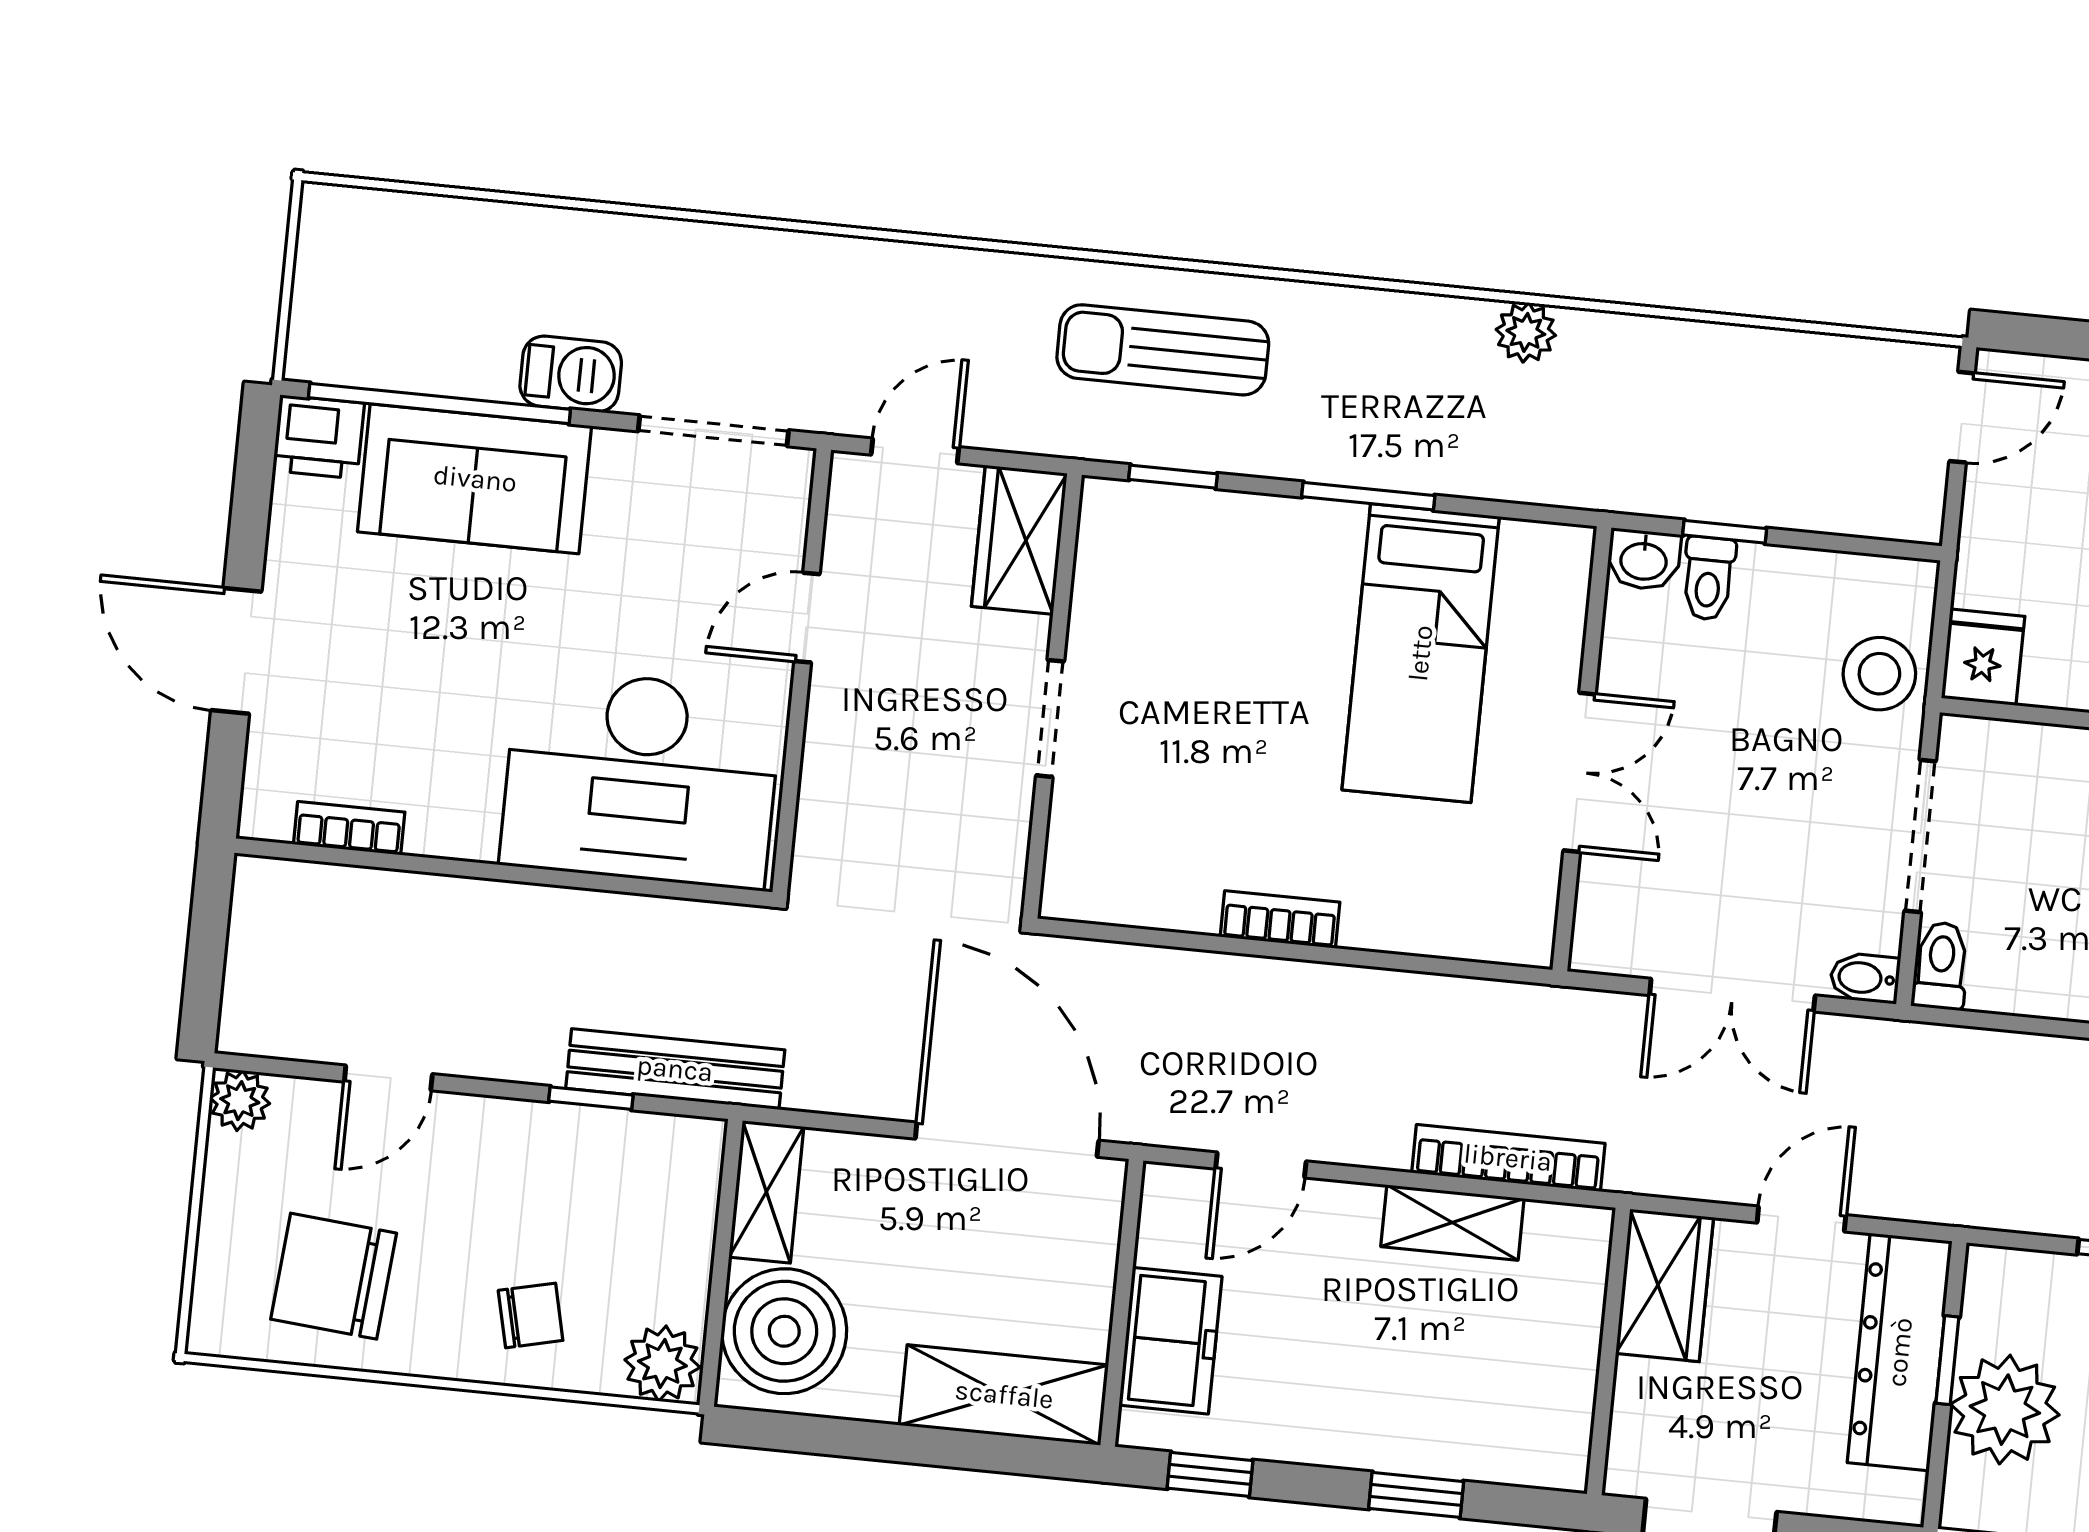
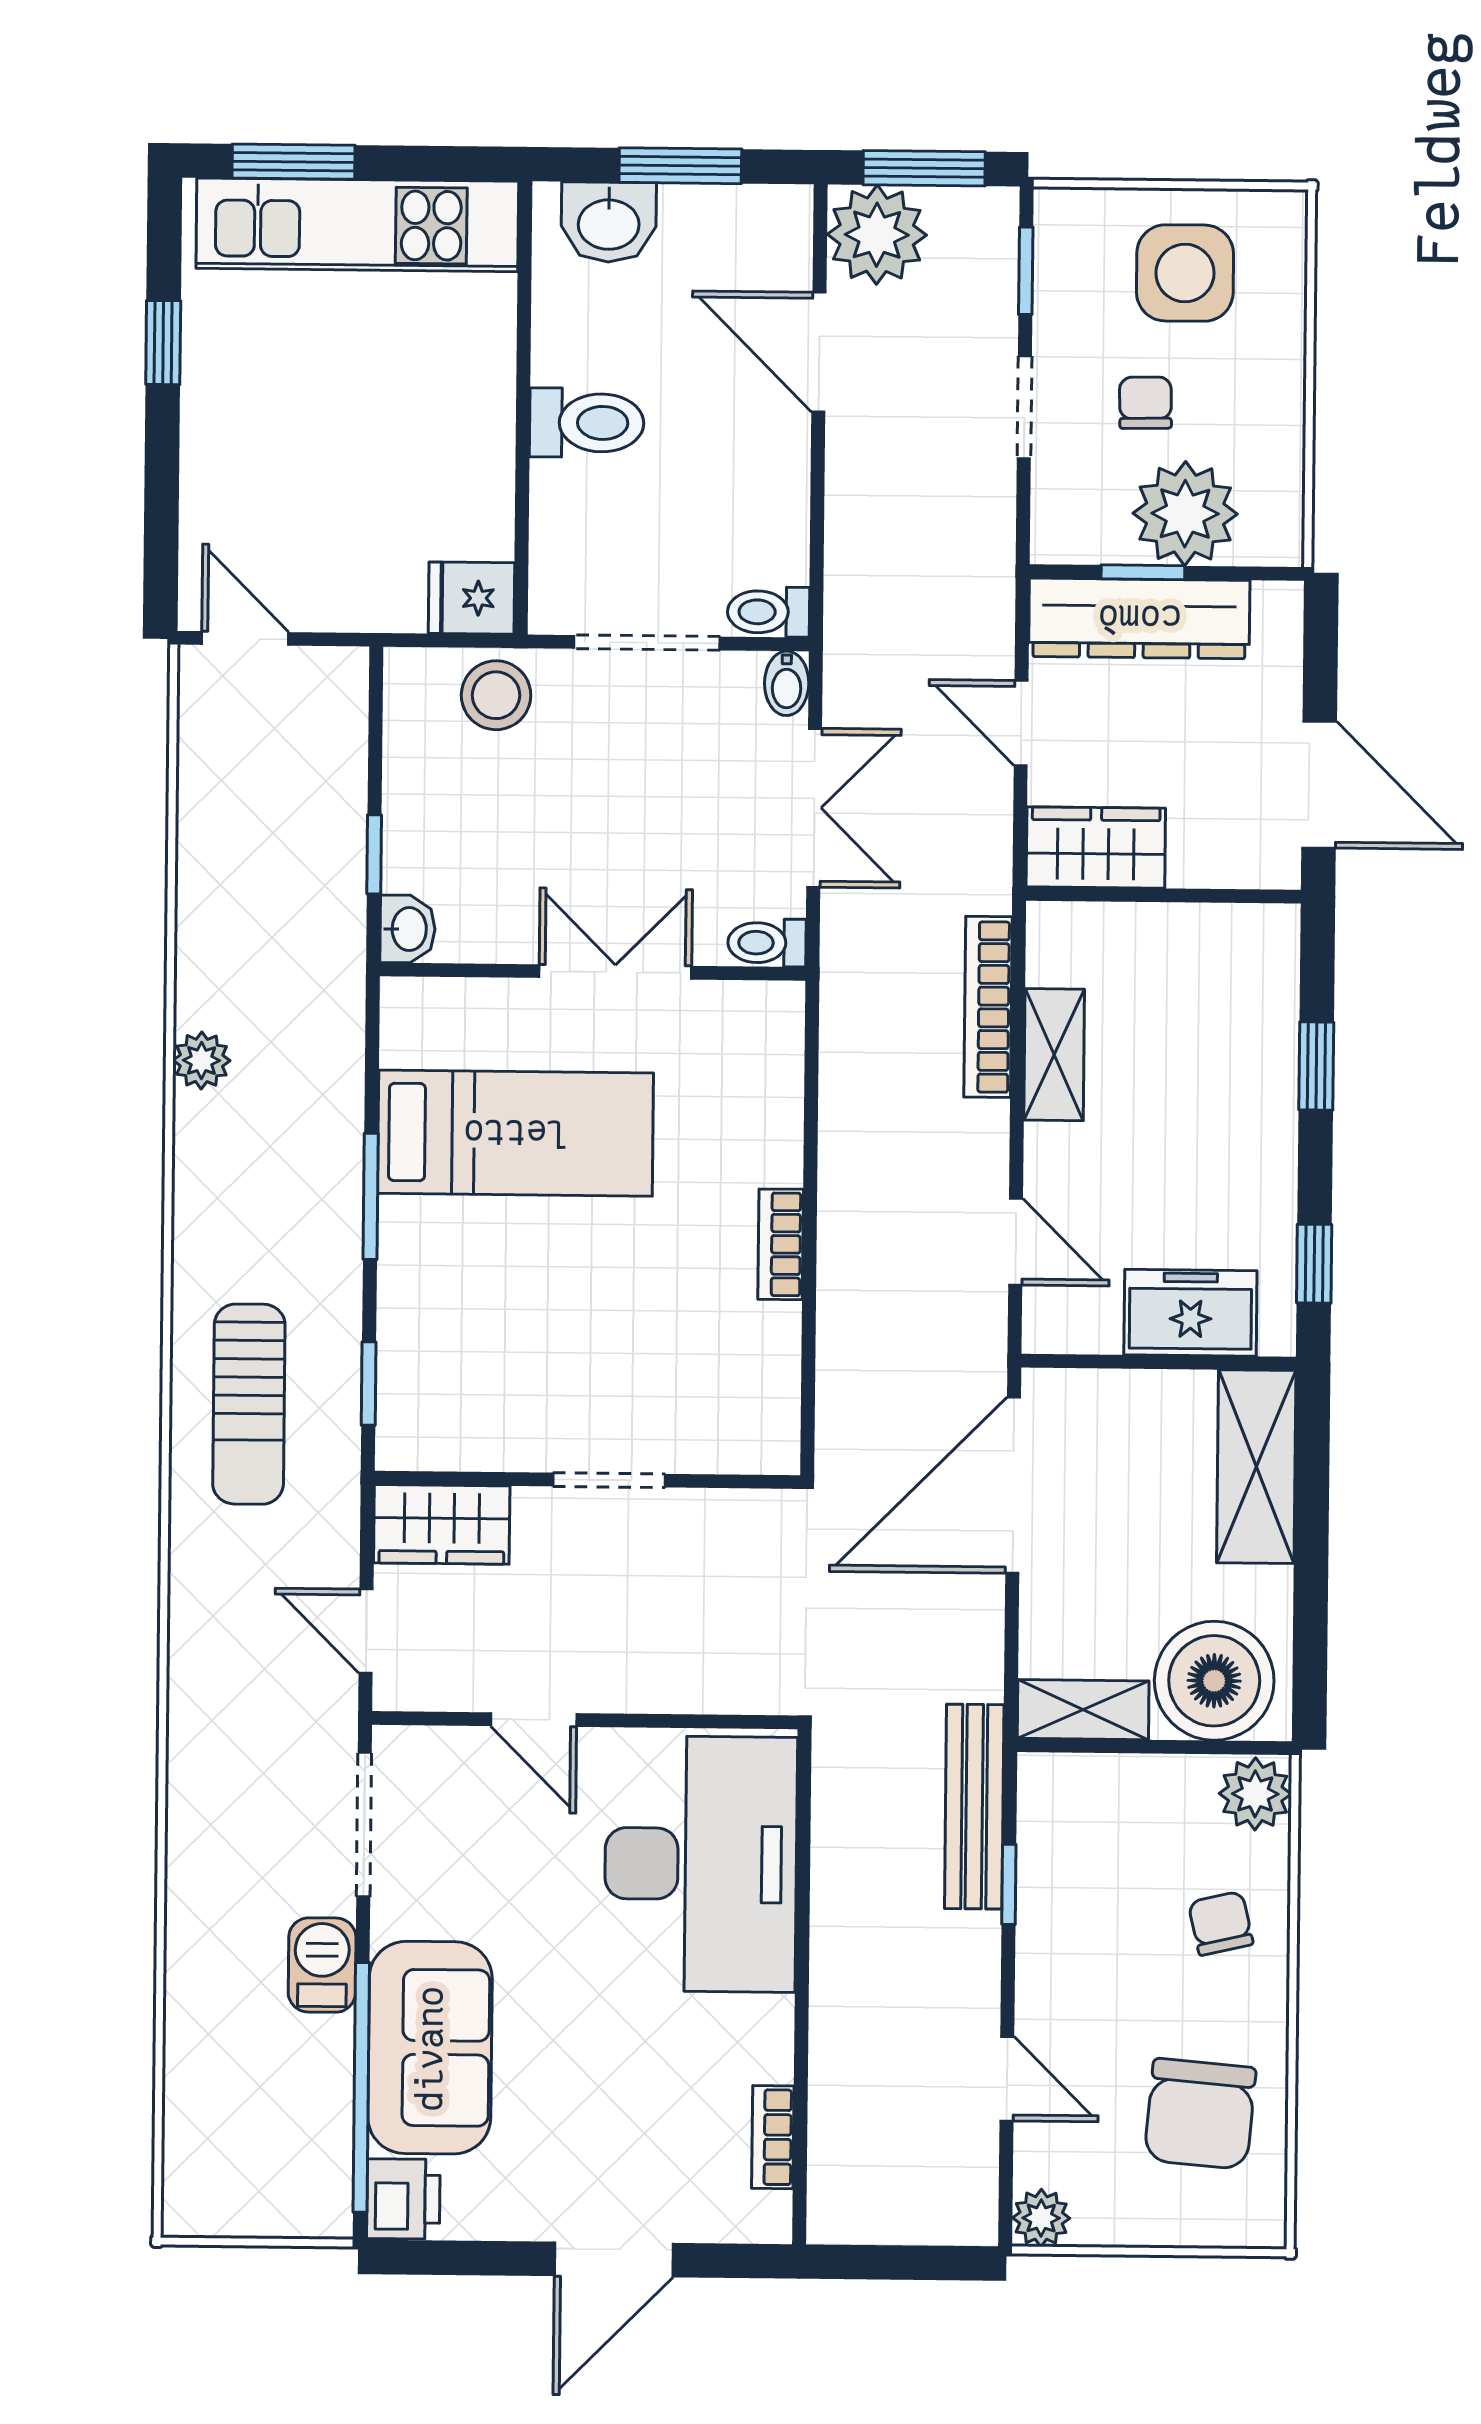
toilet: (1708, 578) -> (767, 943), moved, turned 180

